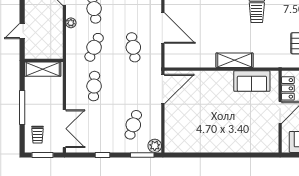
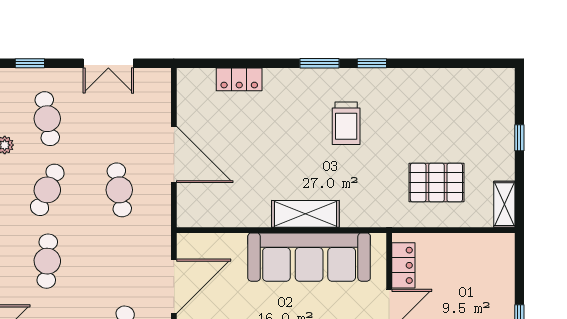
sofa: (252, 81) -> (309, 257), width x1.85, depth x1.27
door: (163, 89) -> (174, 286), moved

